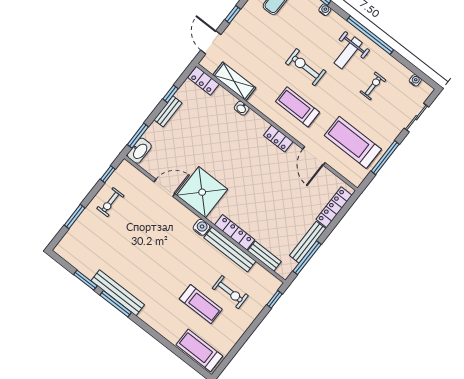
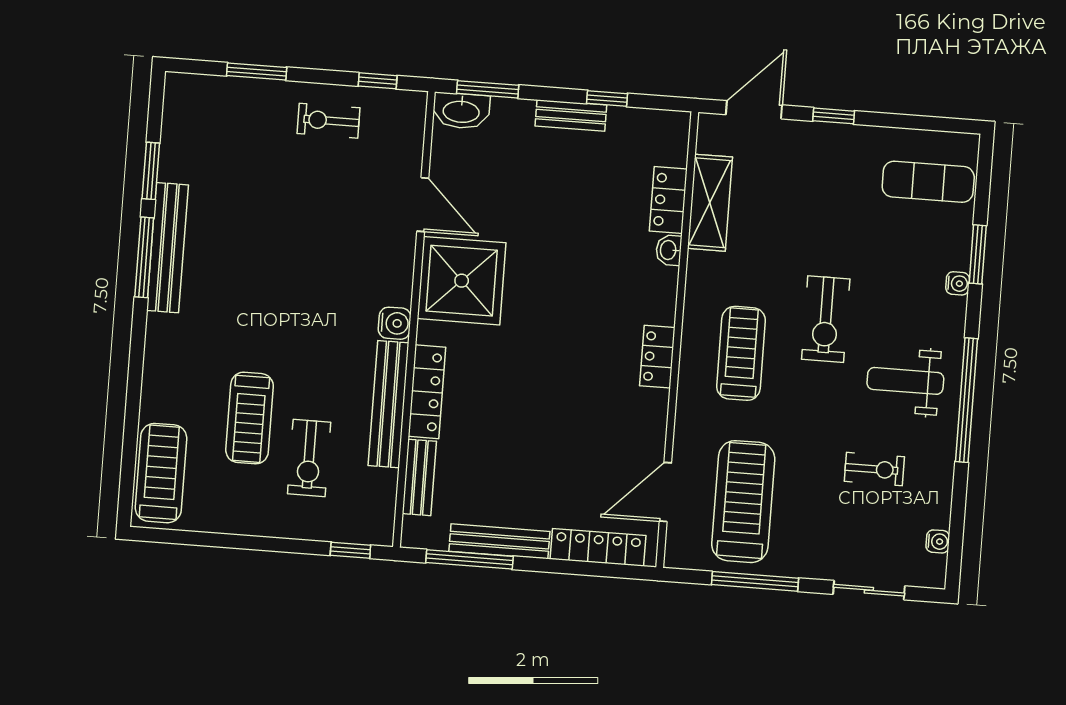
exercise bike: (306, 67) -> (826, 319), turned 180
locker: (203, 81) -> (668, 200), moved
door: (314, 156) -> (665, 492), moved

